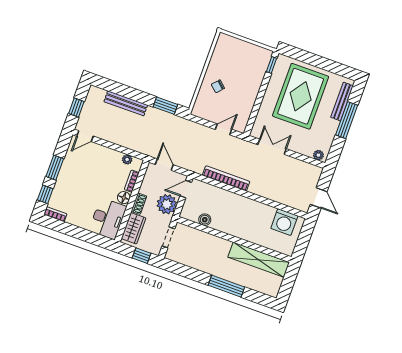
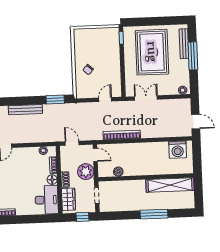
door: (186, 189) -> (95, 155), swing flipped

